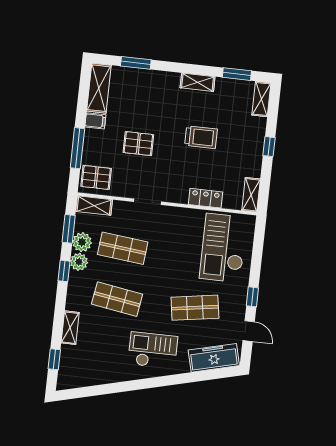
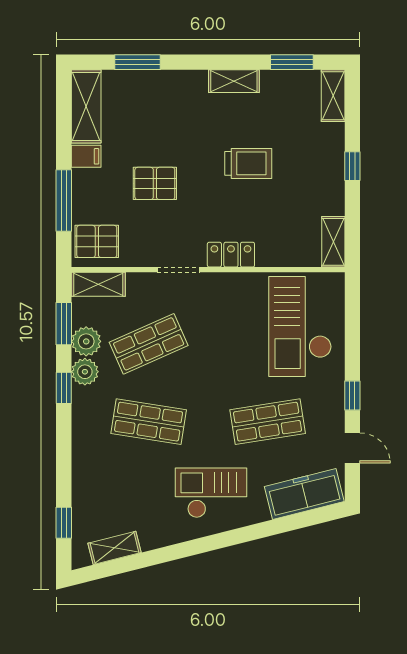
locker: (205, 198) -> (231, 255), moved
shop shelf: (123, 248) -> (149, 344), turned -30
shelving: (70, 328) -> (115, 548), moved, turned 76

